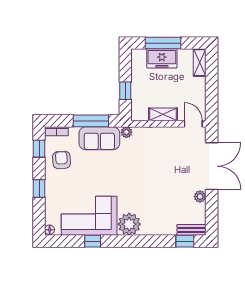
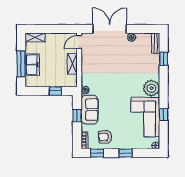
window: (91, 121) -> (77, 116), width x0.46
window: (185, 241) -> (164, 59), moved

